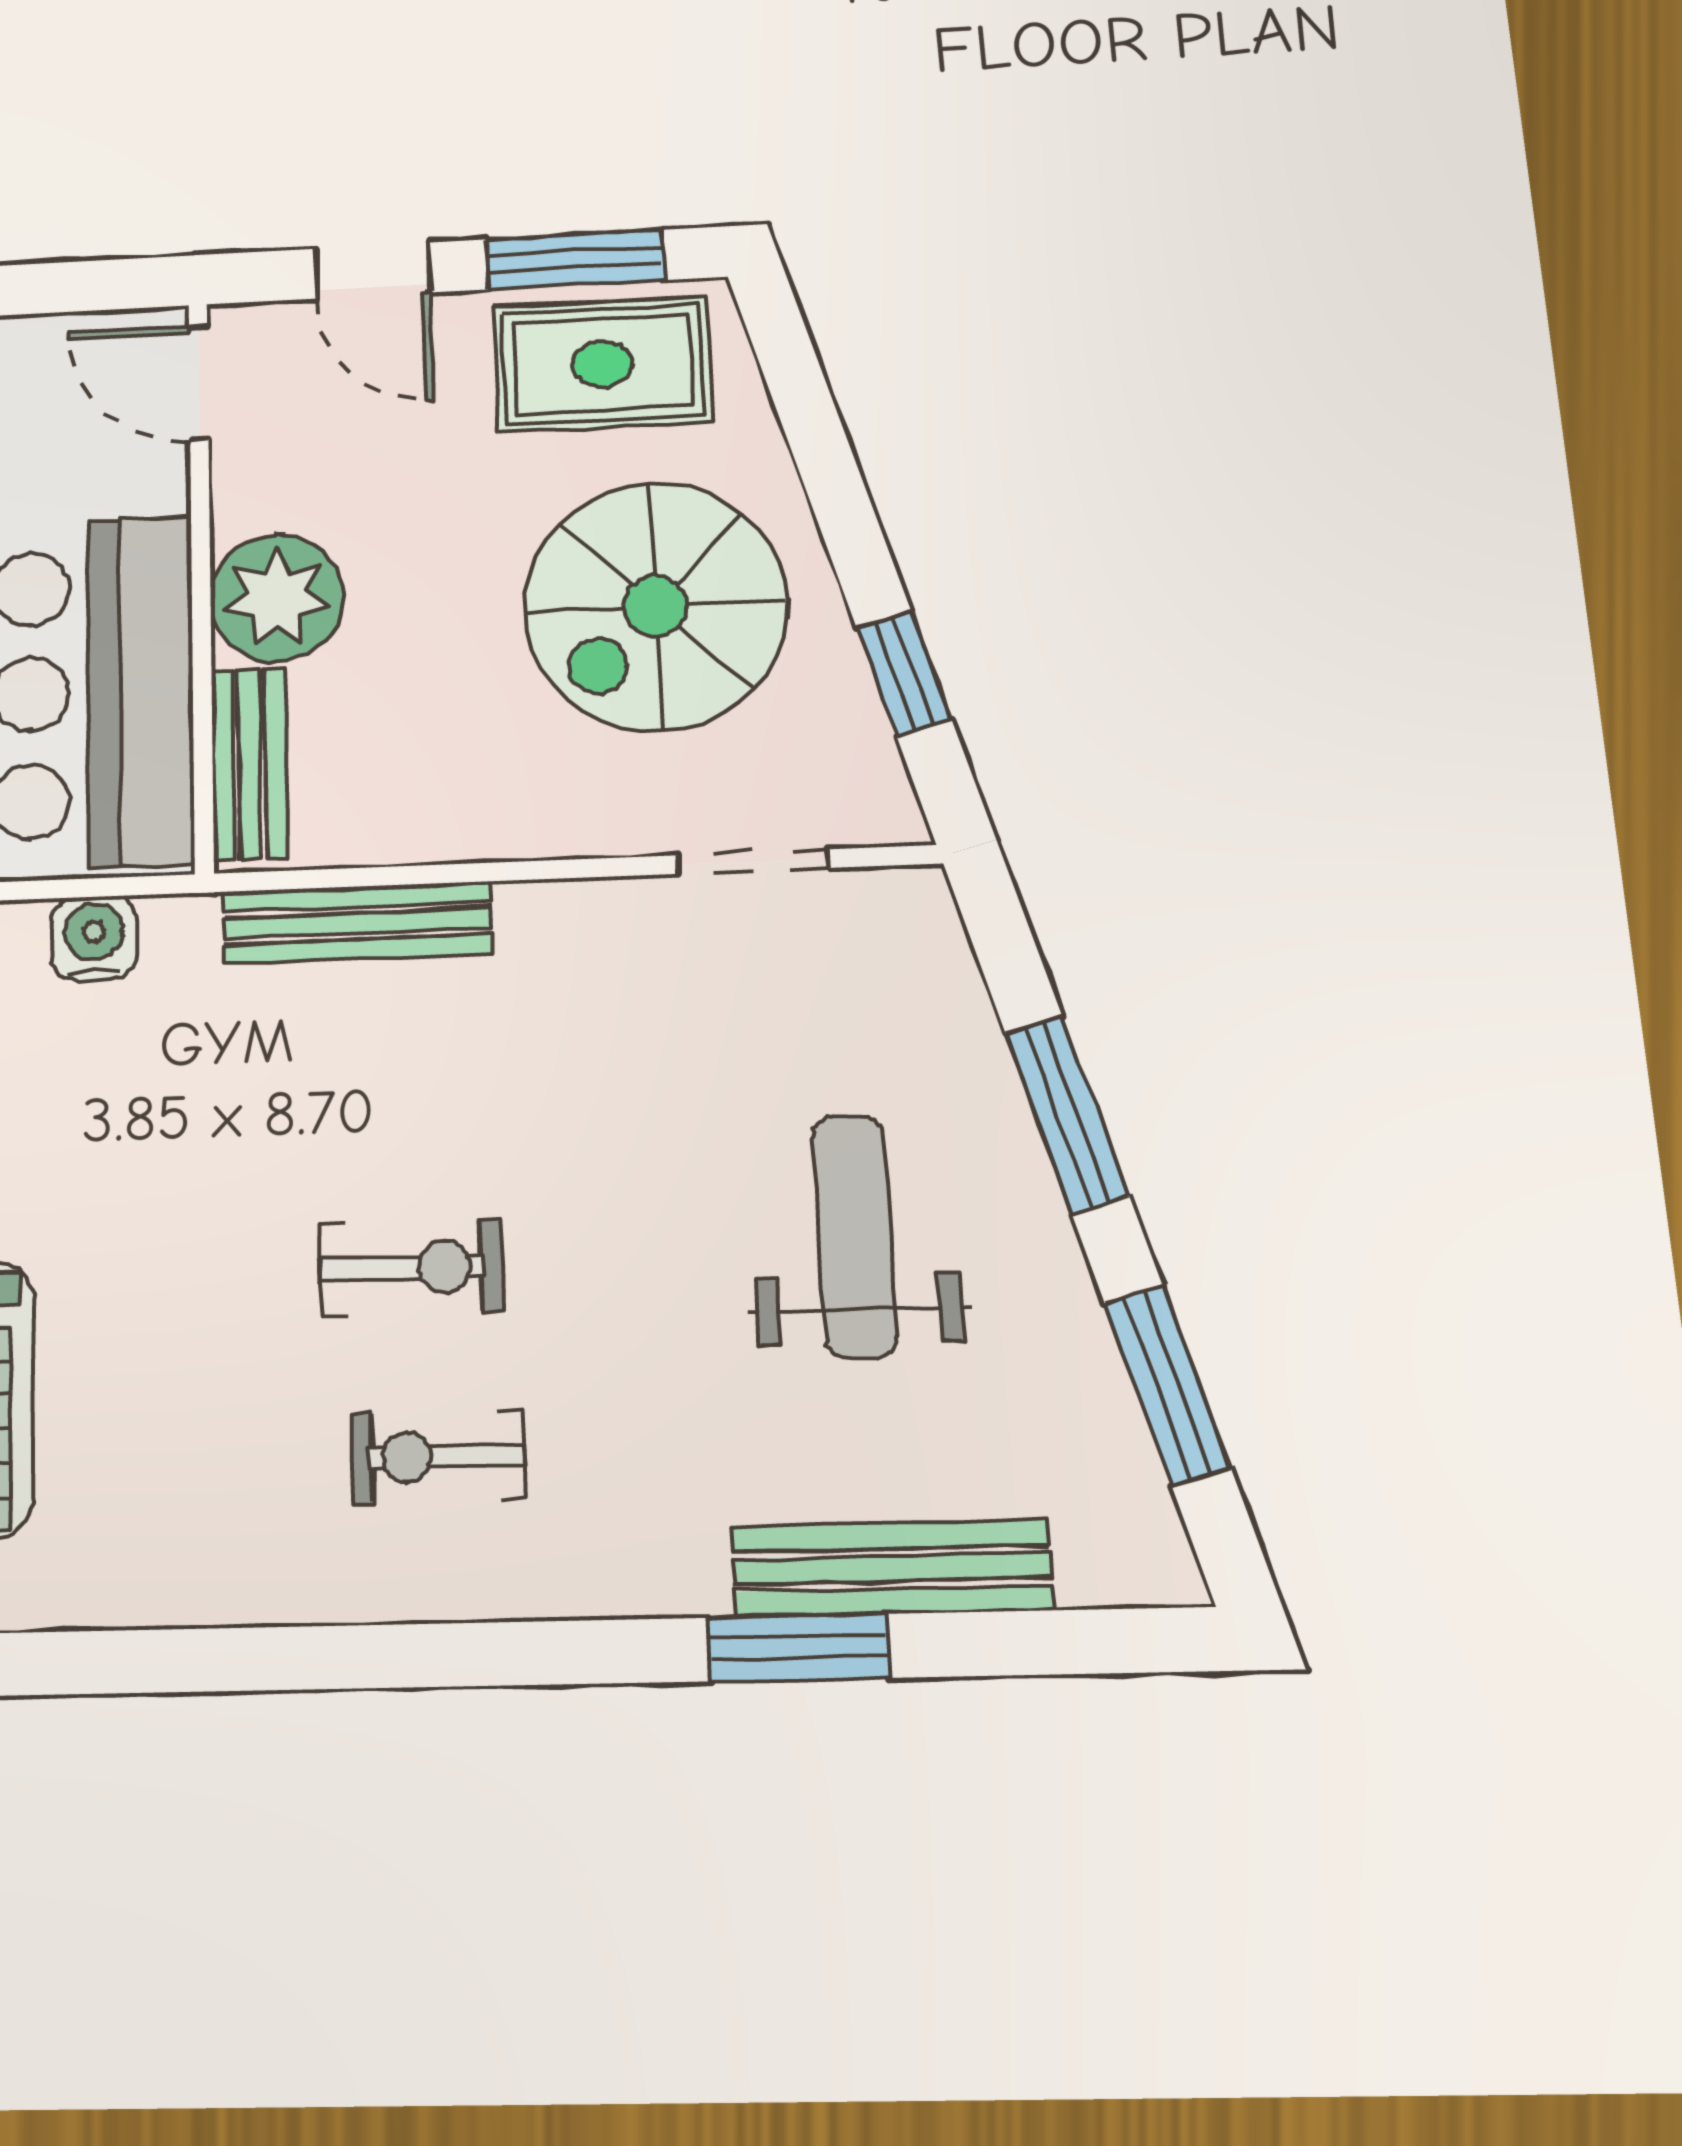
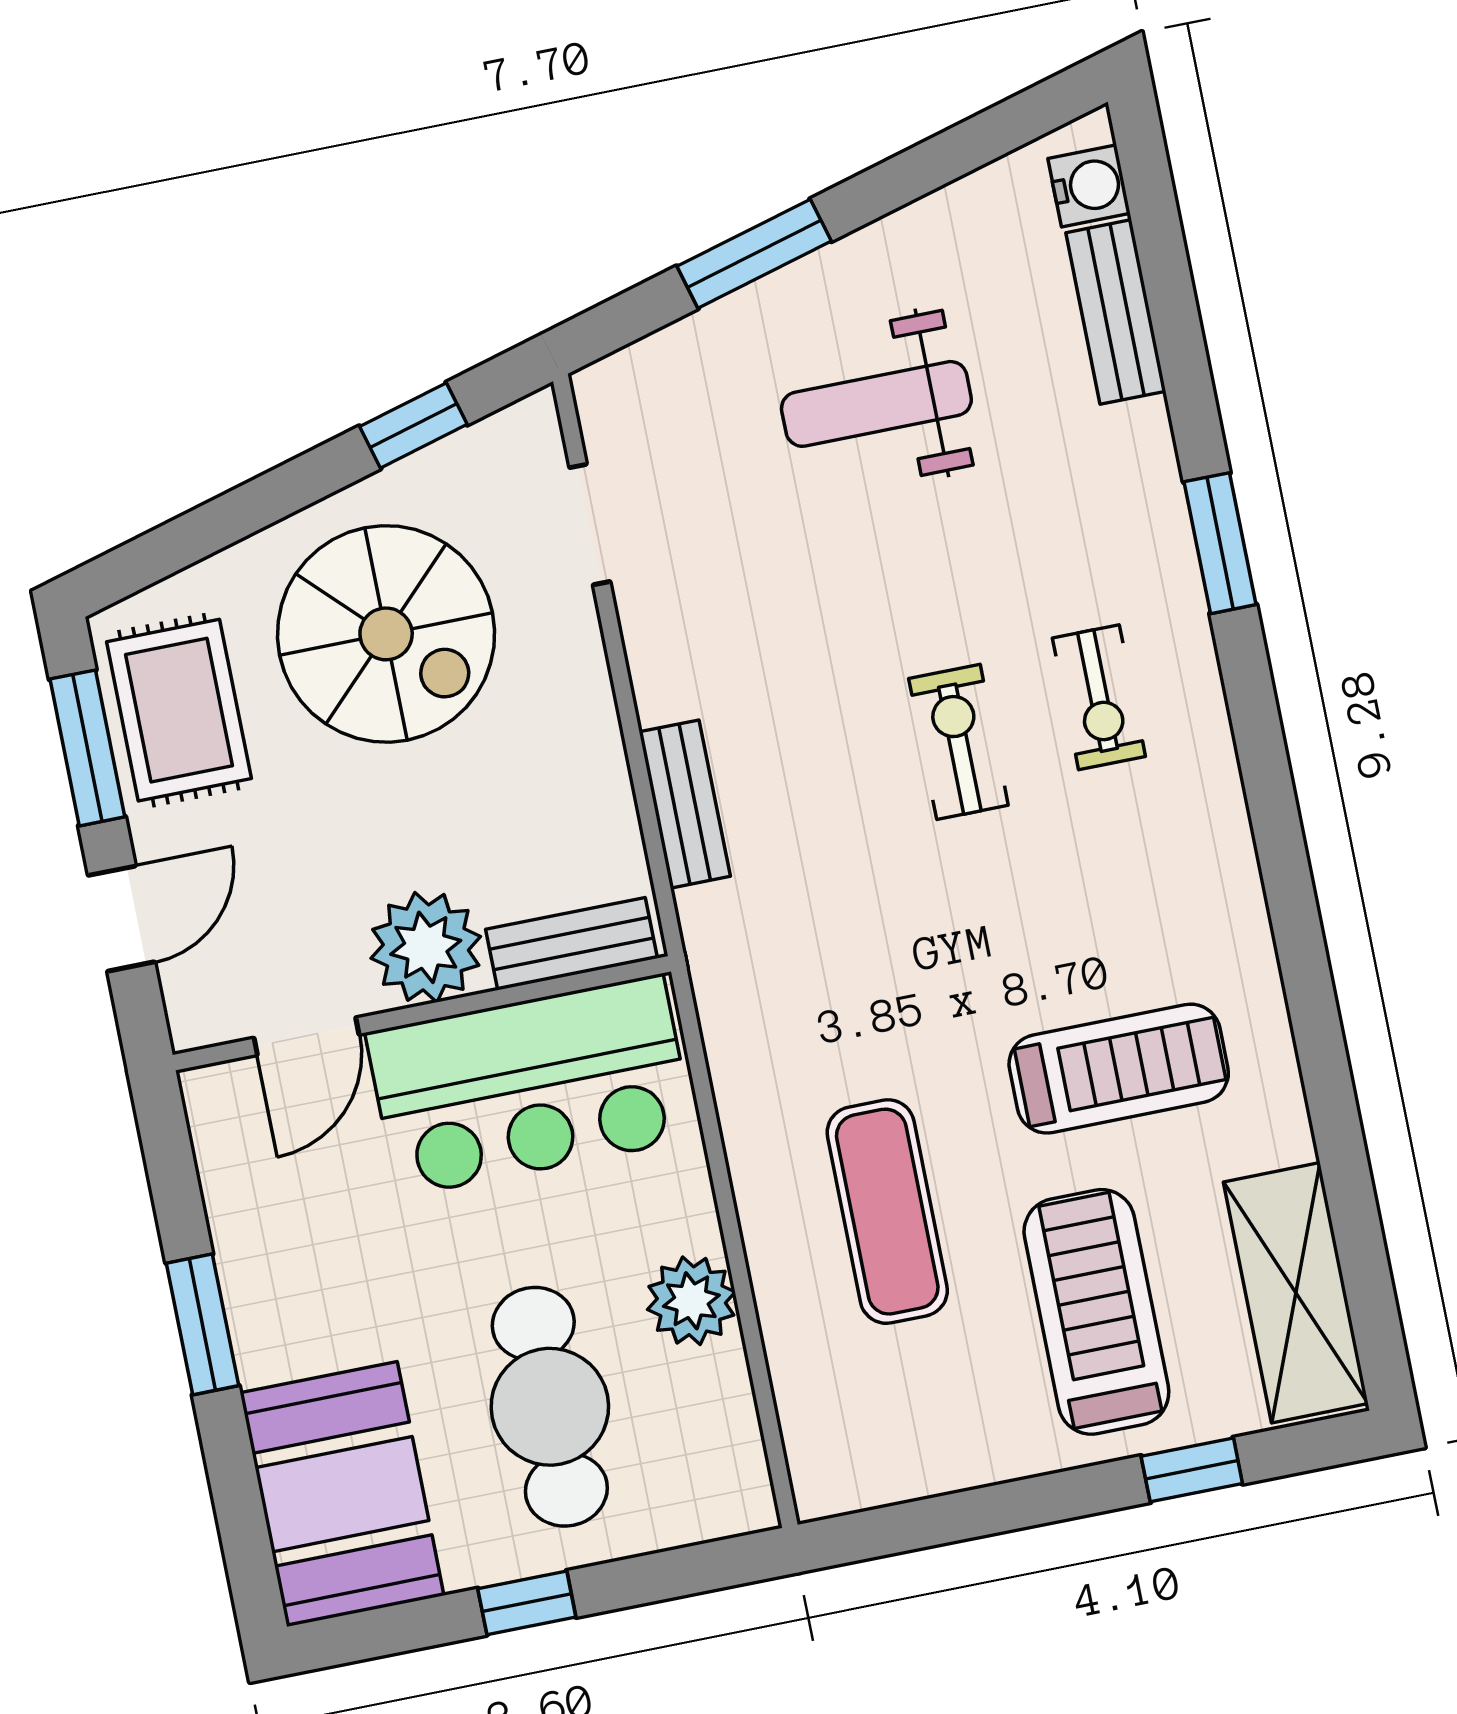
door: (199, 383) -> (307, 1036), moved
bench: (357, 923) -> (685, 804), width x0.73
water cooler: (94, 938) -> (1089, 186), moved, turned 180
window: (1167, 1385) -> (950, 155), removed
bench: (891, 1568) -> (1116, 312), width x0.73
window: (798, 1648) -> (1220, 543), moved

